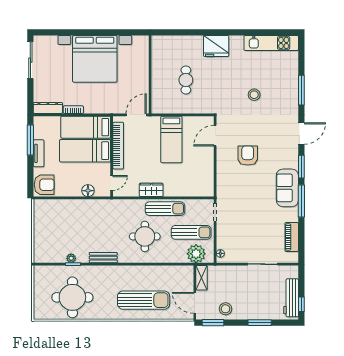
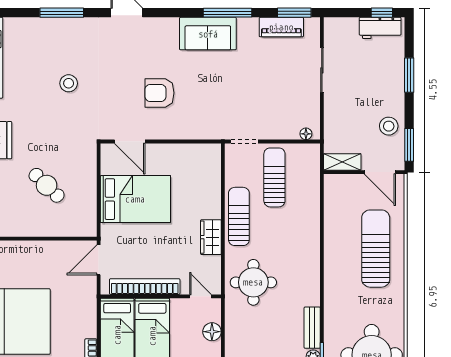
cafe table: (186, 80) -> (47, 185), turned 44
door: (136, 115) -> (99, 260), hinge flipped
bed: (171, 139) -> (135, 199), width x1.50
window: (301, 167) -> (294, 13), moved
round table: (145, 236) -> (253, 282), moved
plant: (196, 254) -> (306, 170), removed
bench: (103, 258) -> (312, 328), moved
workbench: (291, 298) -> (380, 28), width x0.73
door: (195, 303) -> (380, 172), hinge flipped

